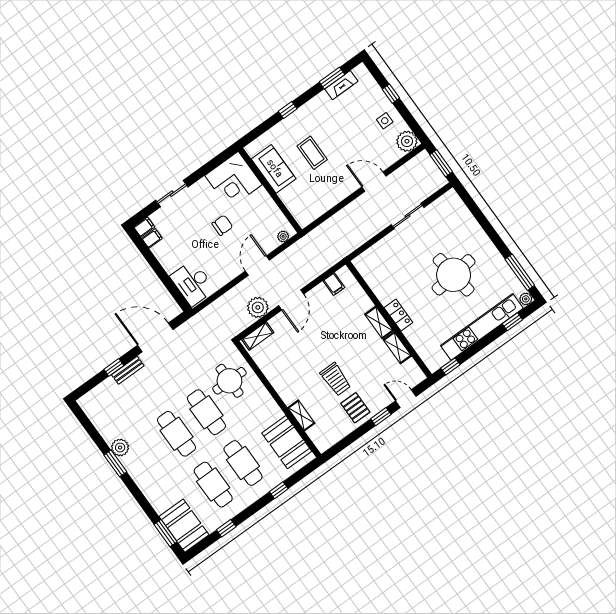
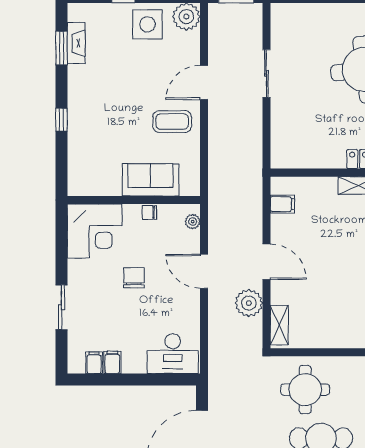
side table: (385, 121) -> (147, 24), width x1.87, depth x1.87
coffee table: (312, 153) -> (172, 122), moved
sofa: (274, 169) -> (151, 180), moved
chair: (269, 206) -> (149, 213), added
filing cabinet: (144, 227) -> (112, 362), moved

